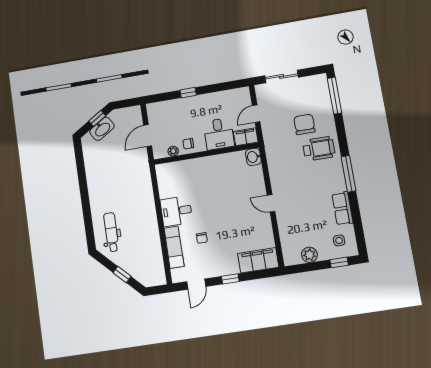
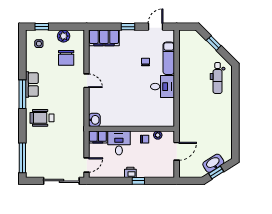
sliding door: (281, 76) -> (61, 181), width x1.37
printer: (199, 101) -> (130, 172), added
door: (256, 114) -> (87, 165), moved
chair: (304, 124) -> (66, 58), moved
row of seats: (342, 208) -> (32, 85), moved

